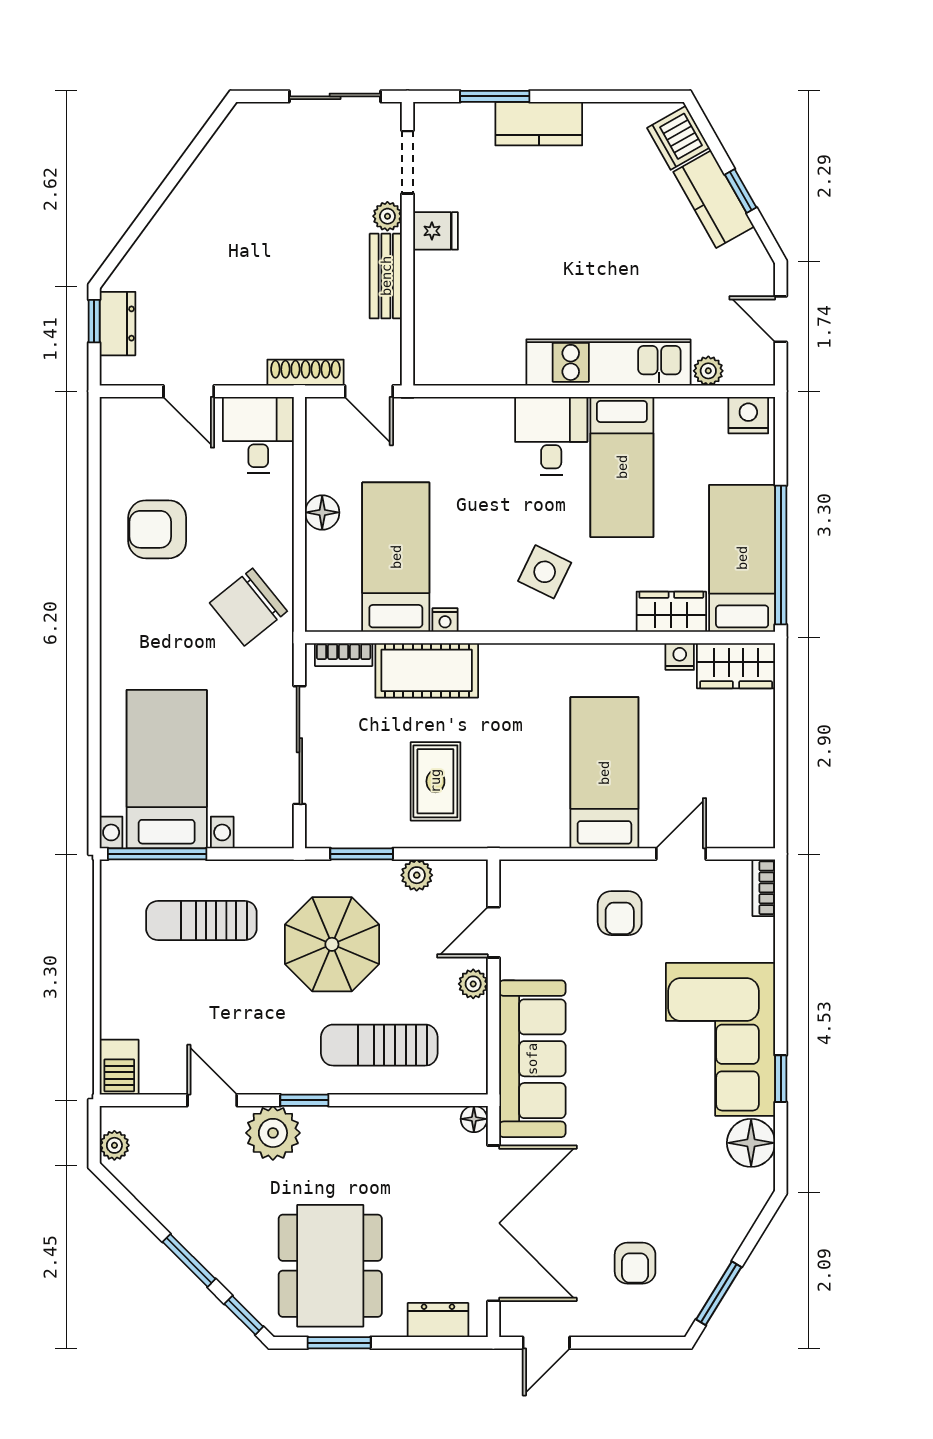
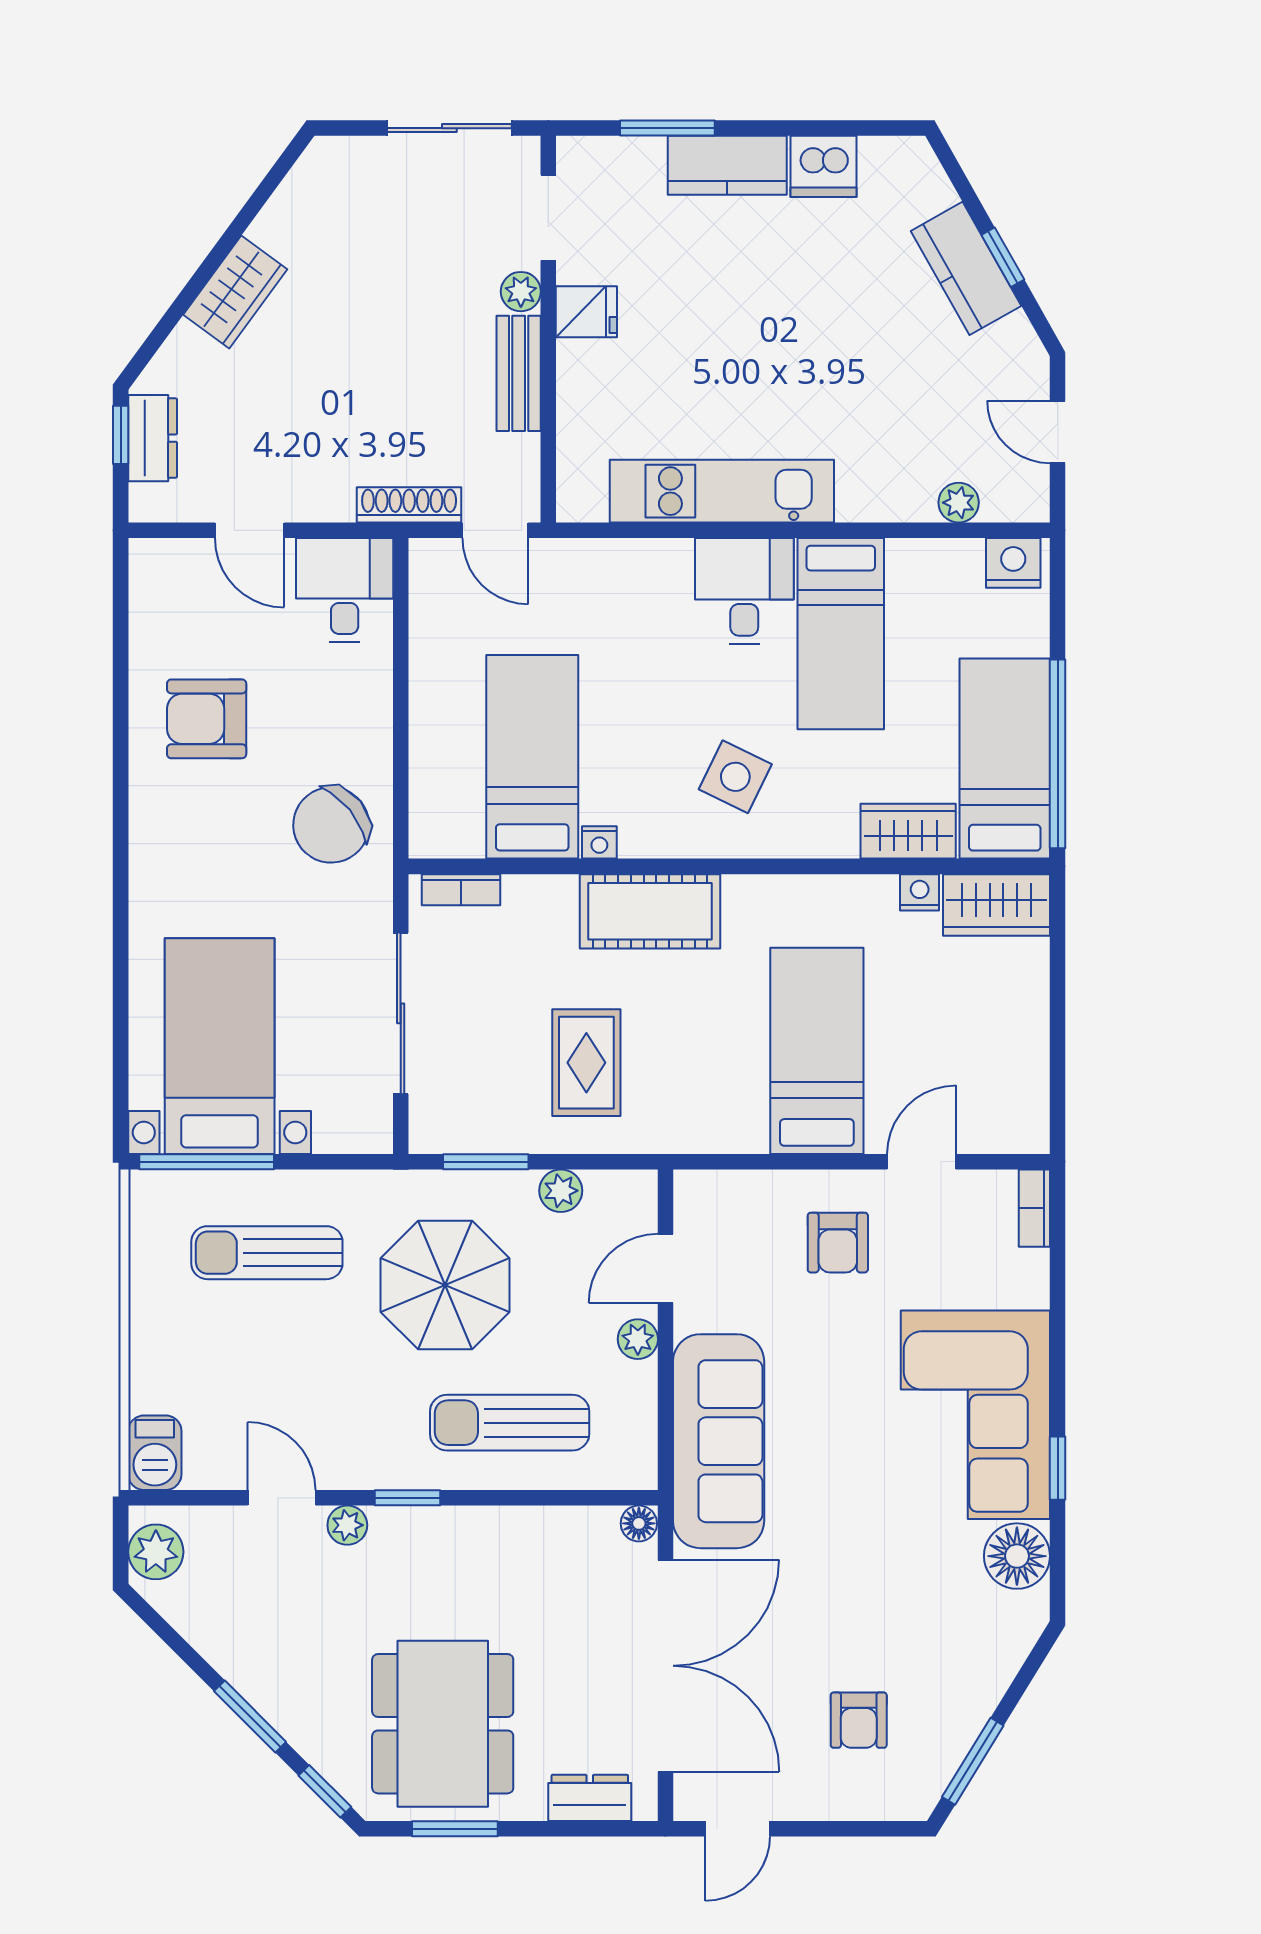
dishwasher: (678, 138) -> (824, 166), moved, turned -61
wardrobe: (178, 216) -> (235, 292), added
kitchen unit: (608, 362) -> (722, 491), moved
floor lamp: (322, 512) -> (432, 696), removed
cot: (427, 670) -> (650, 911), moved
plant: (273, 1133) -> (347, 1525), width x0.53, depth x0.53
plant: (114, 1145) -> (156, 1552), width x1.38, depth x1.38

